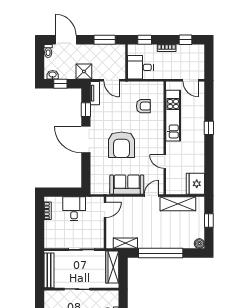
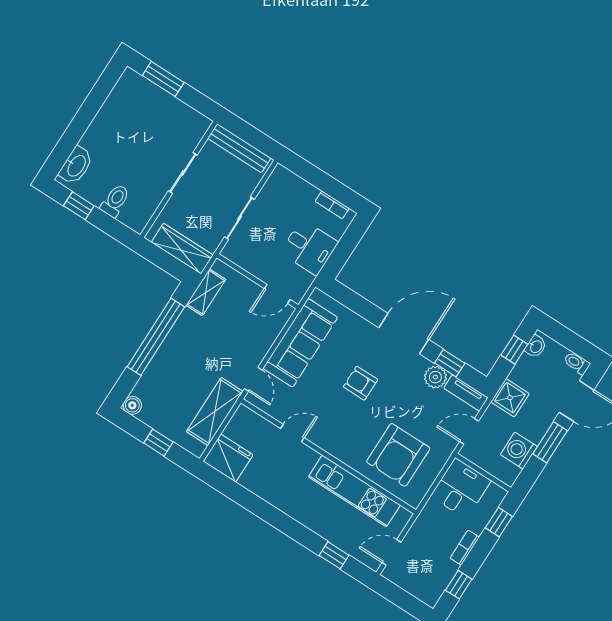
window: (105, 40) -> (550, 442), moved
washing machine: (106, 52) -> (519, 451), added
armchair: (143, 106) -> (398, 455), width x1.88, depth x1.88
plant: (96, 112) -> (435, 377), added
window: (209, 128) -> (334, 555), moved
armchair: (121, 145) -> (361, 383), width x0.53, depth x0.53
sofa: (127, 185) -> (300, 343), width x1.36
door: (105, 210) -> (277, 294), hinge flipped

